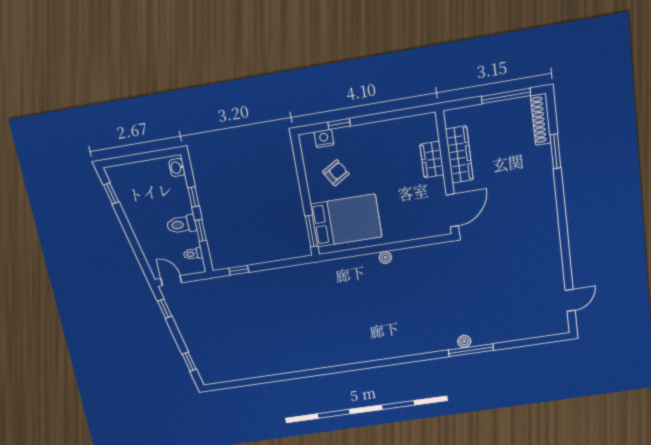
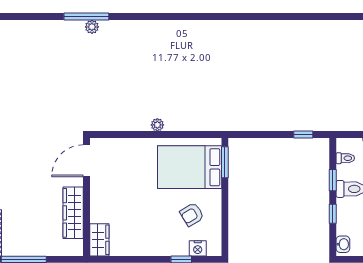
wardrobe: (432, 160) -> (99, 240), moved

